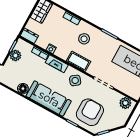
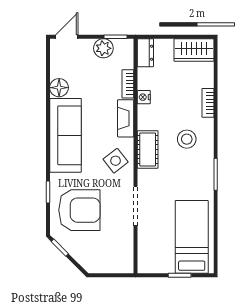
plant: (125, 103) -> (123, 256), removed

